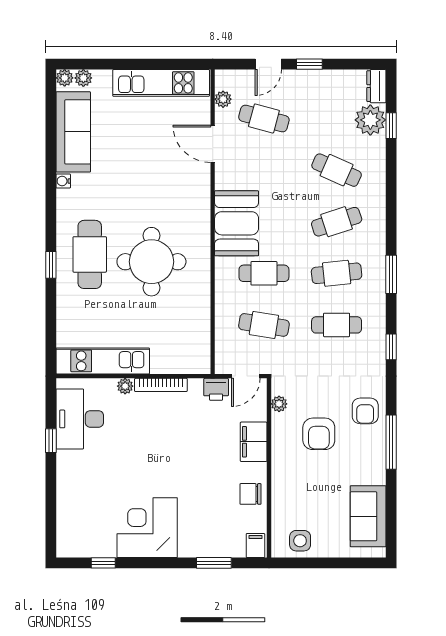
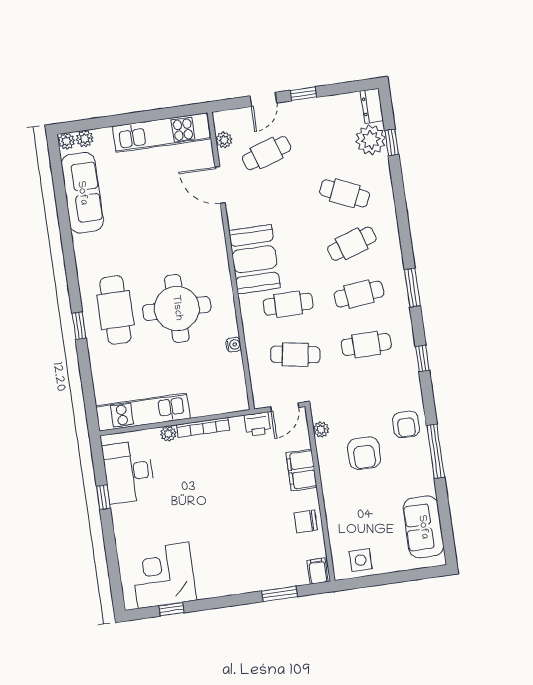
cafe table: (264, 118) -> (267, 153), turned -33
water cooler: (63, 181) -> (234, 345), moved, turned 180
corner desk: (147, 528) -> (163, 575), moved

